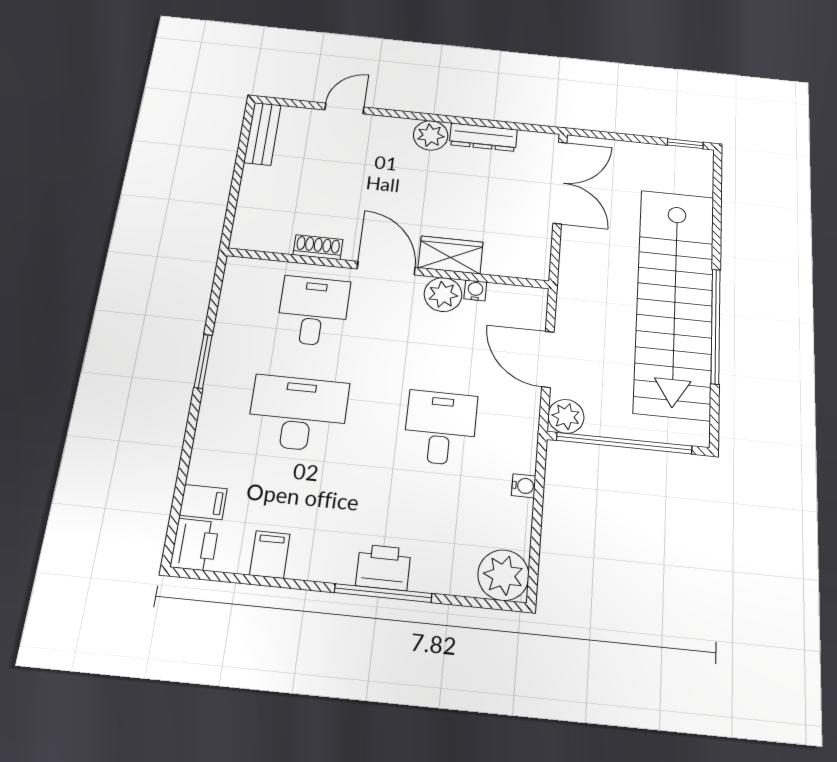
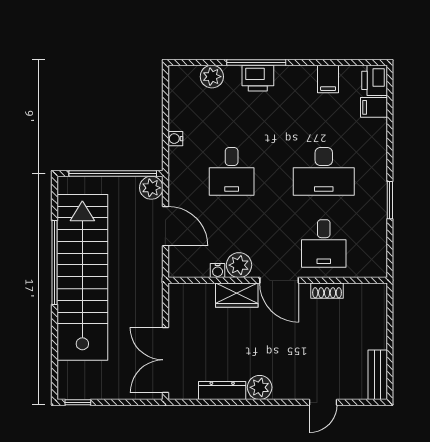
plant: (503, 575) -> (212, 77), moved, width x0.73, depth x0.73

